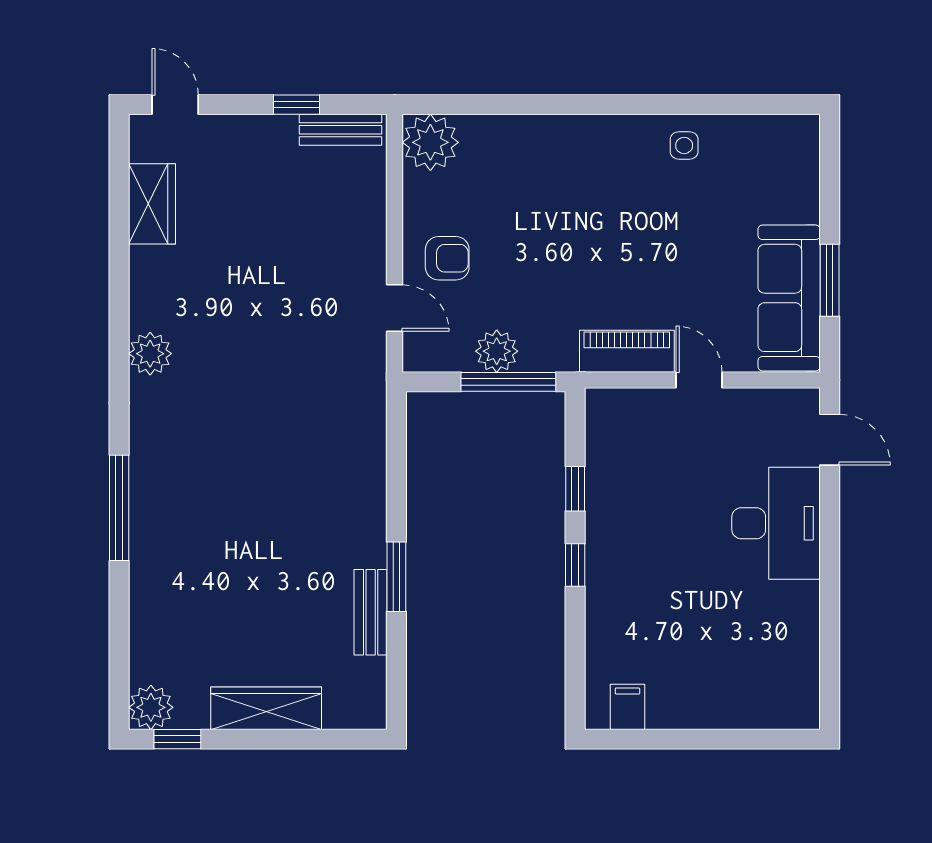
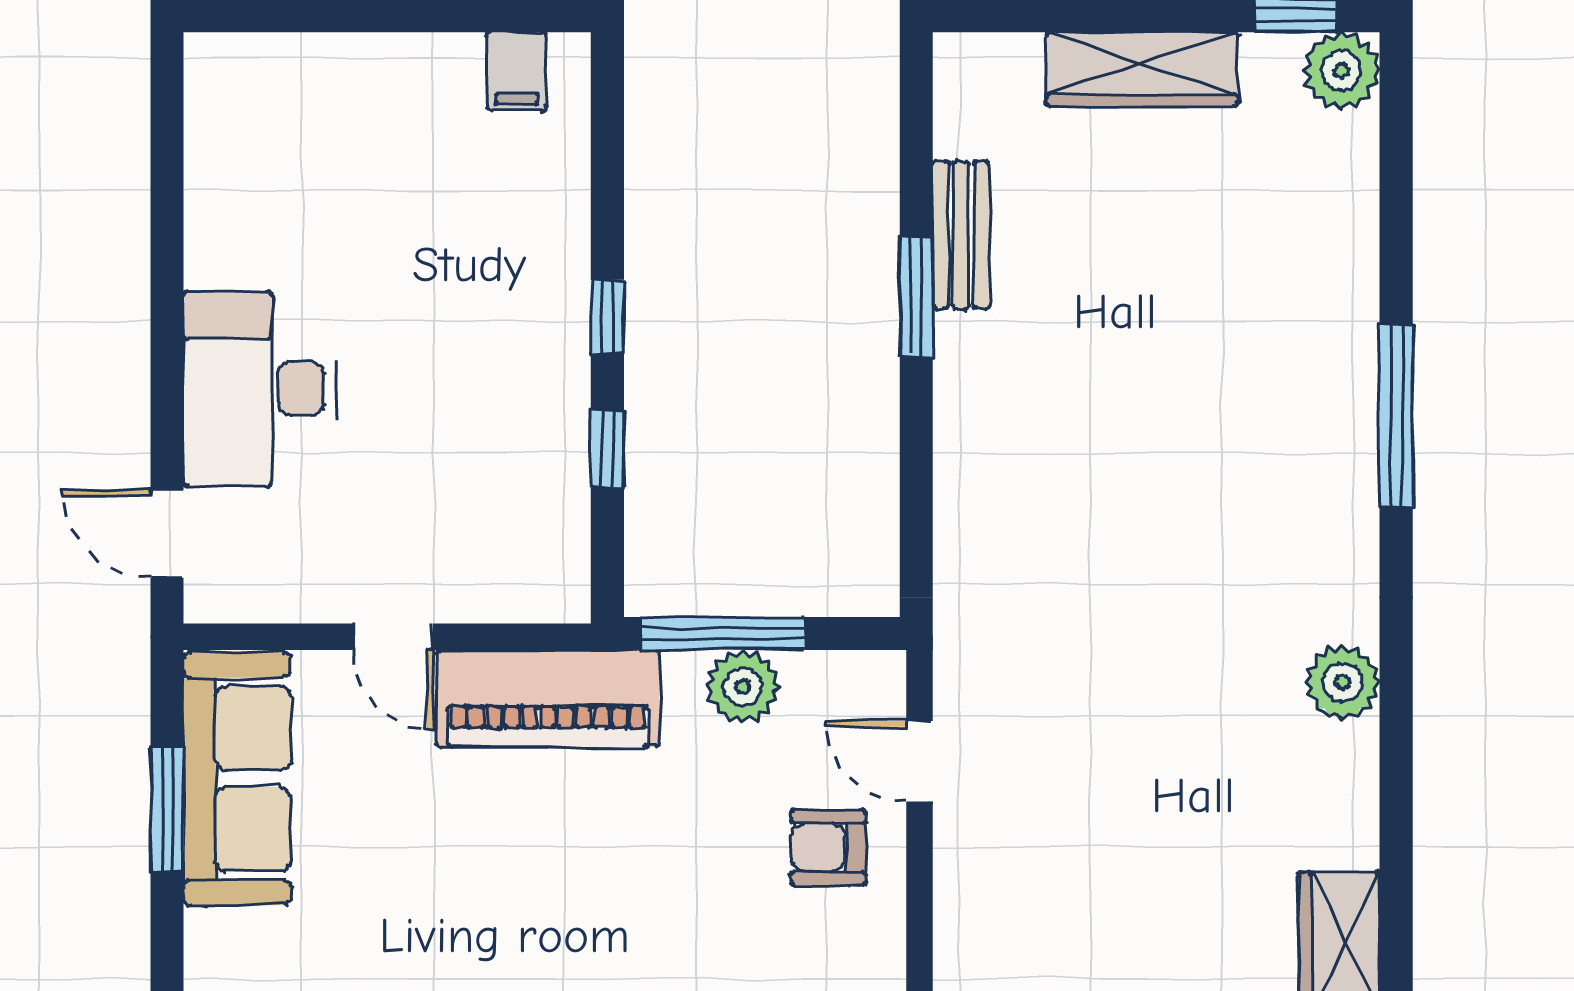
piano: (627, 351) -> (548, 698), width x1.37, depth x1.33

